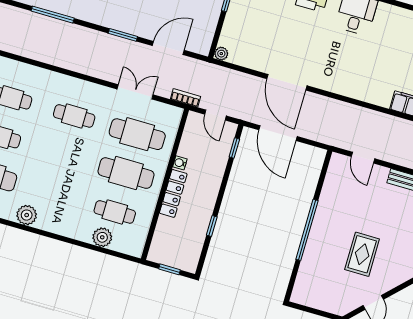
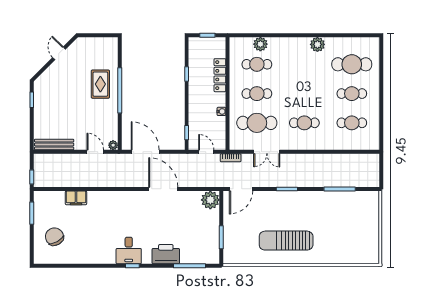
door: (168, 48) -> (241, 189), moved
plant: (221, 54) -> (210, 200), width x1.87, depth x1.87
door: (278, 133) -> (145, 152), moved
plant: (337, 160) -> (113, 145), added
cafe table: (126, 173) -> (257, 94), width x0.73, depth x0.74
locker: (173, 193) -> (220, 75), moved
rug: (362, 254) -> (100, 84), moved

